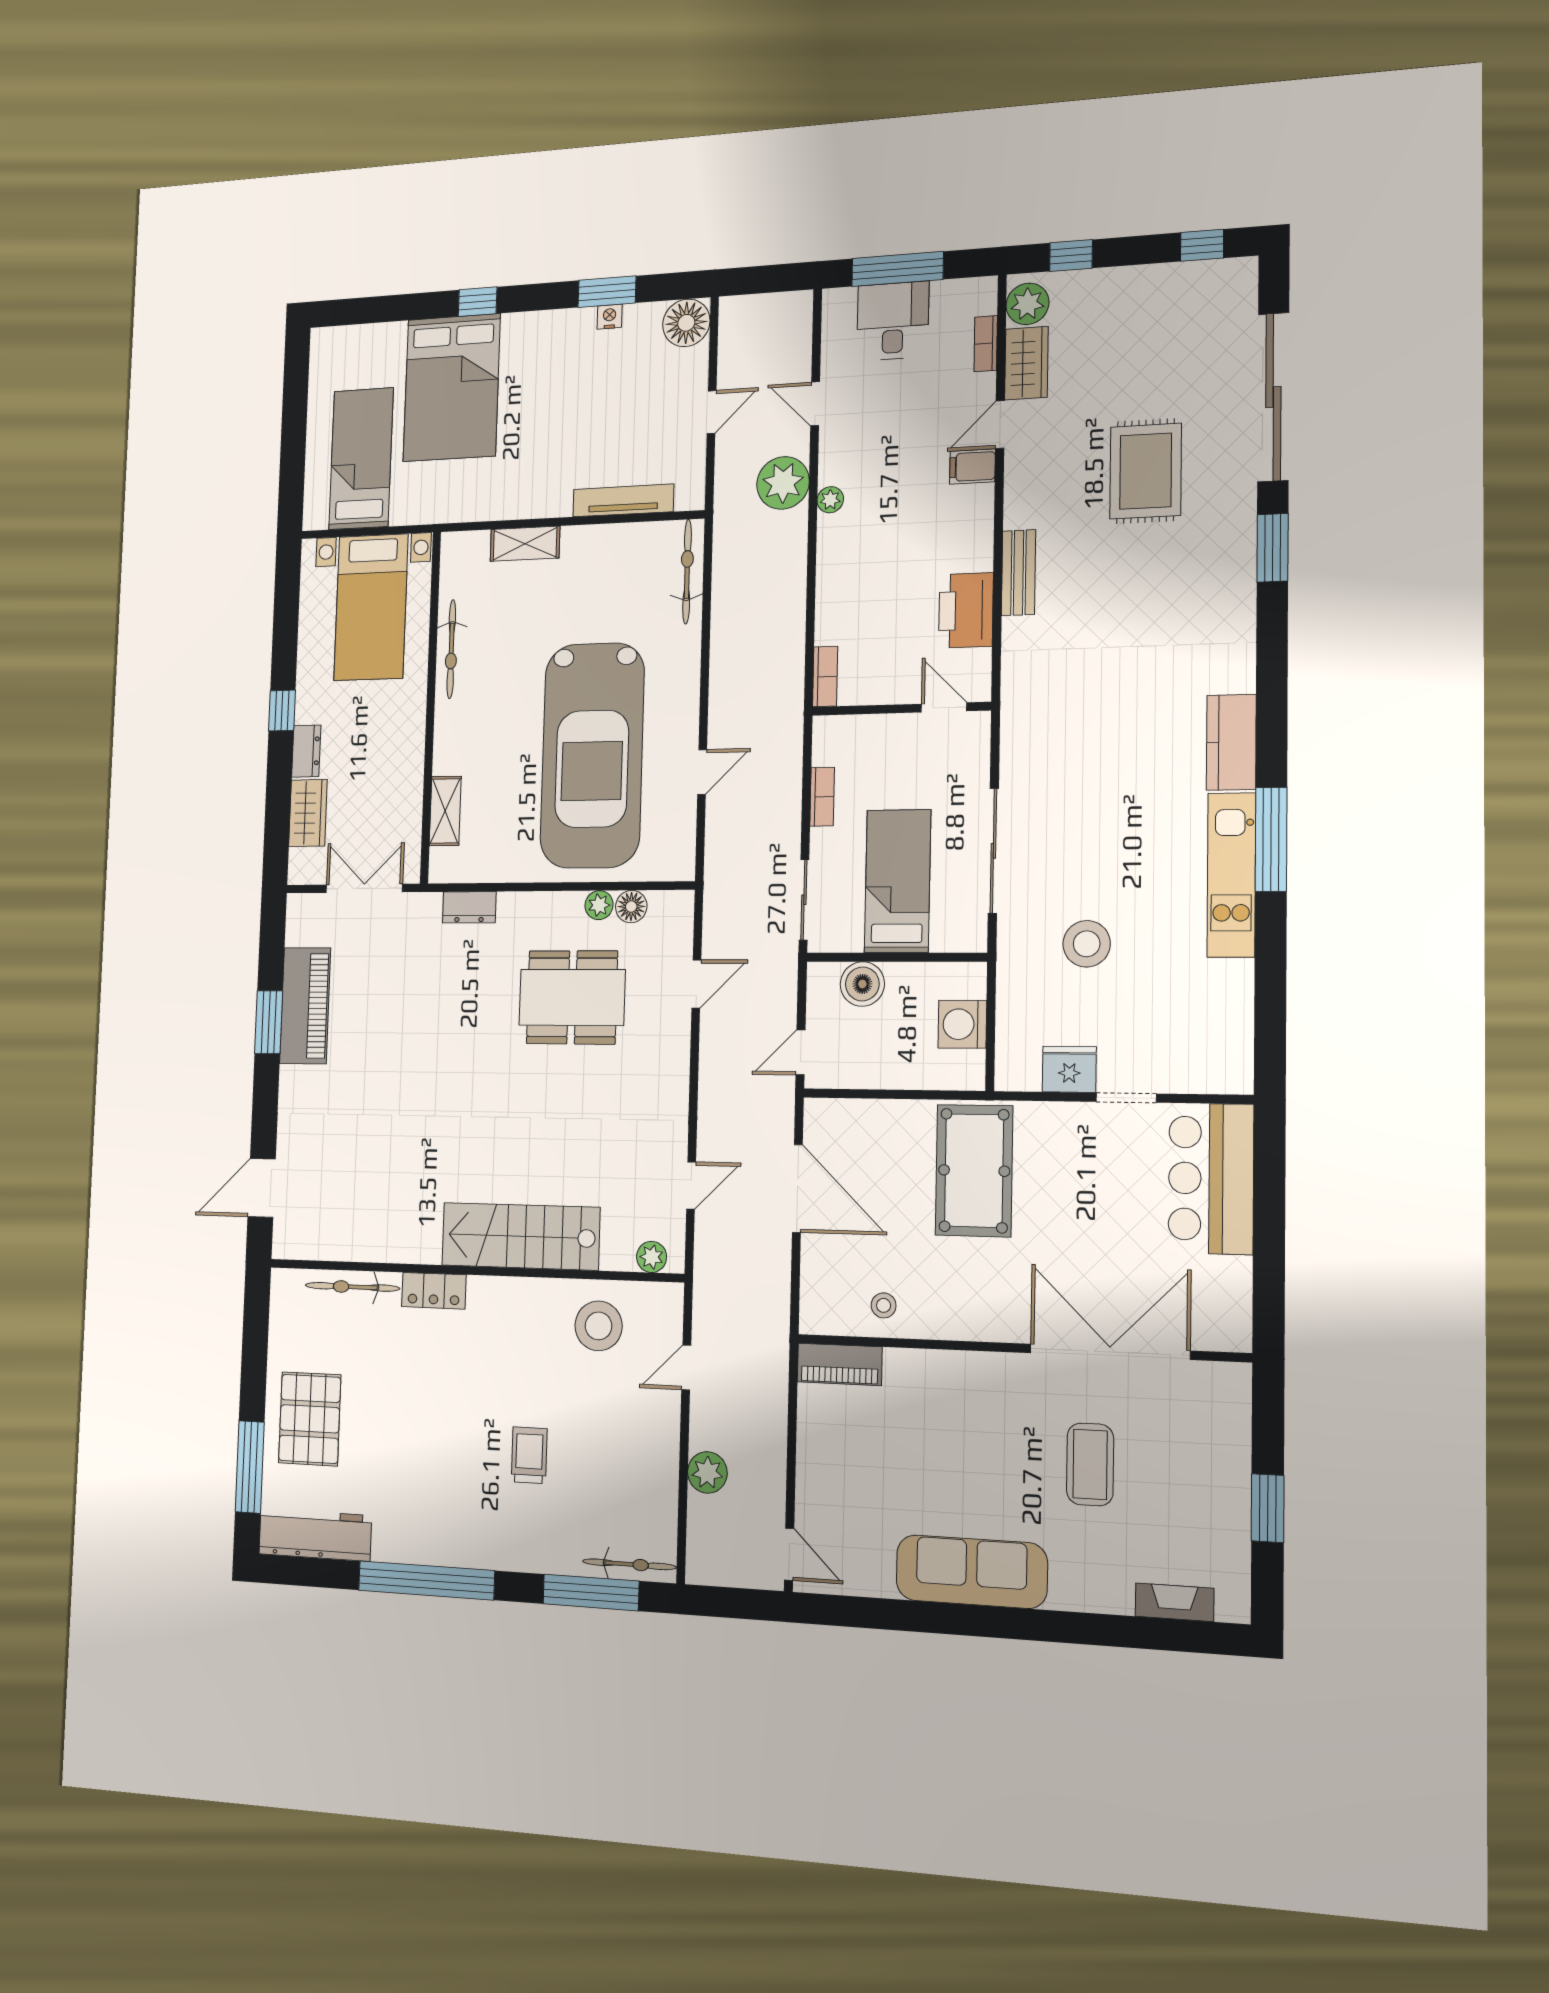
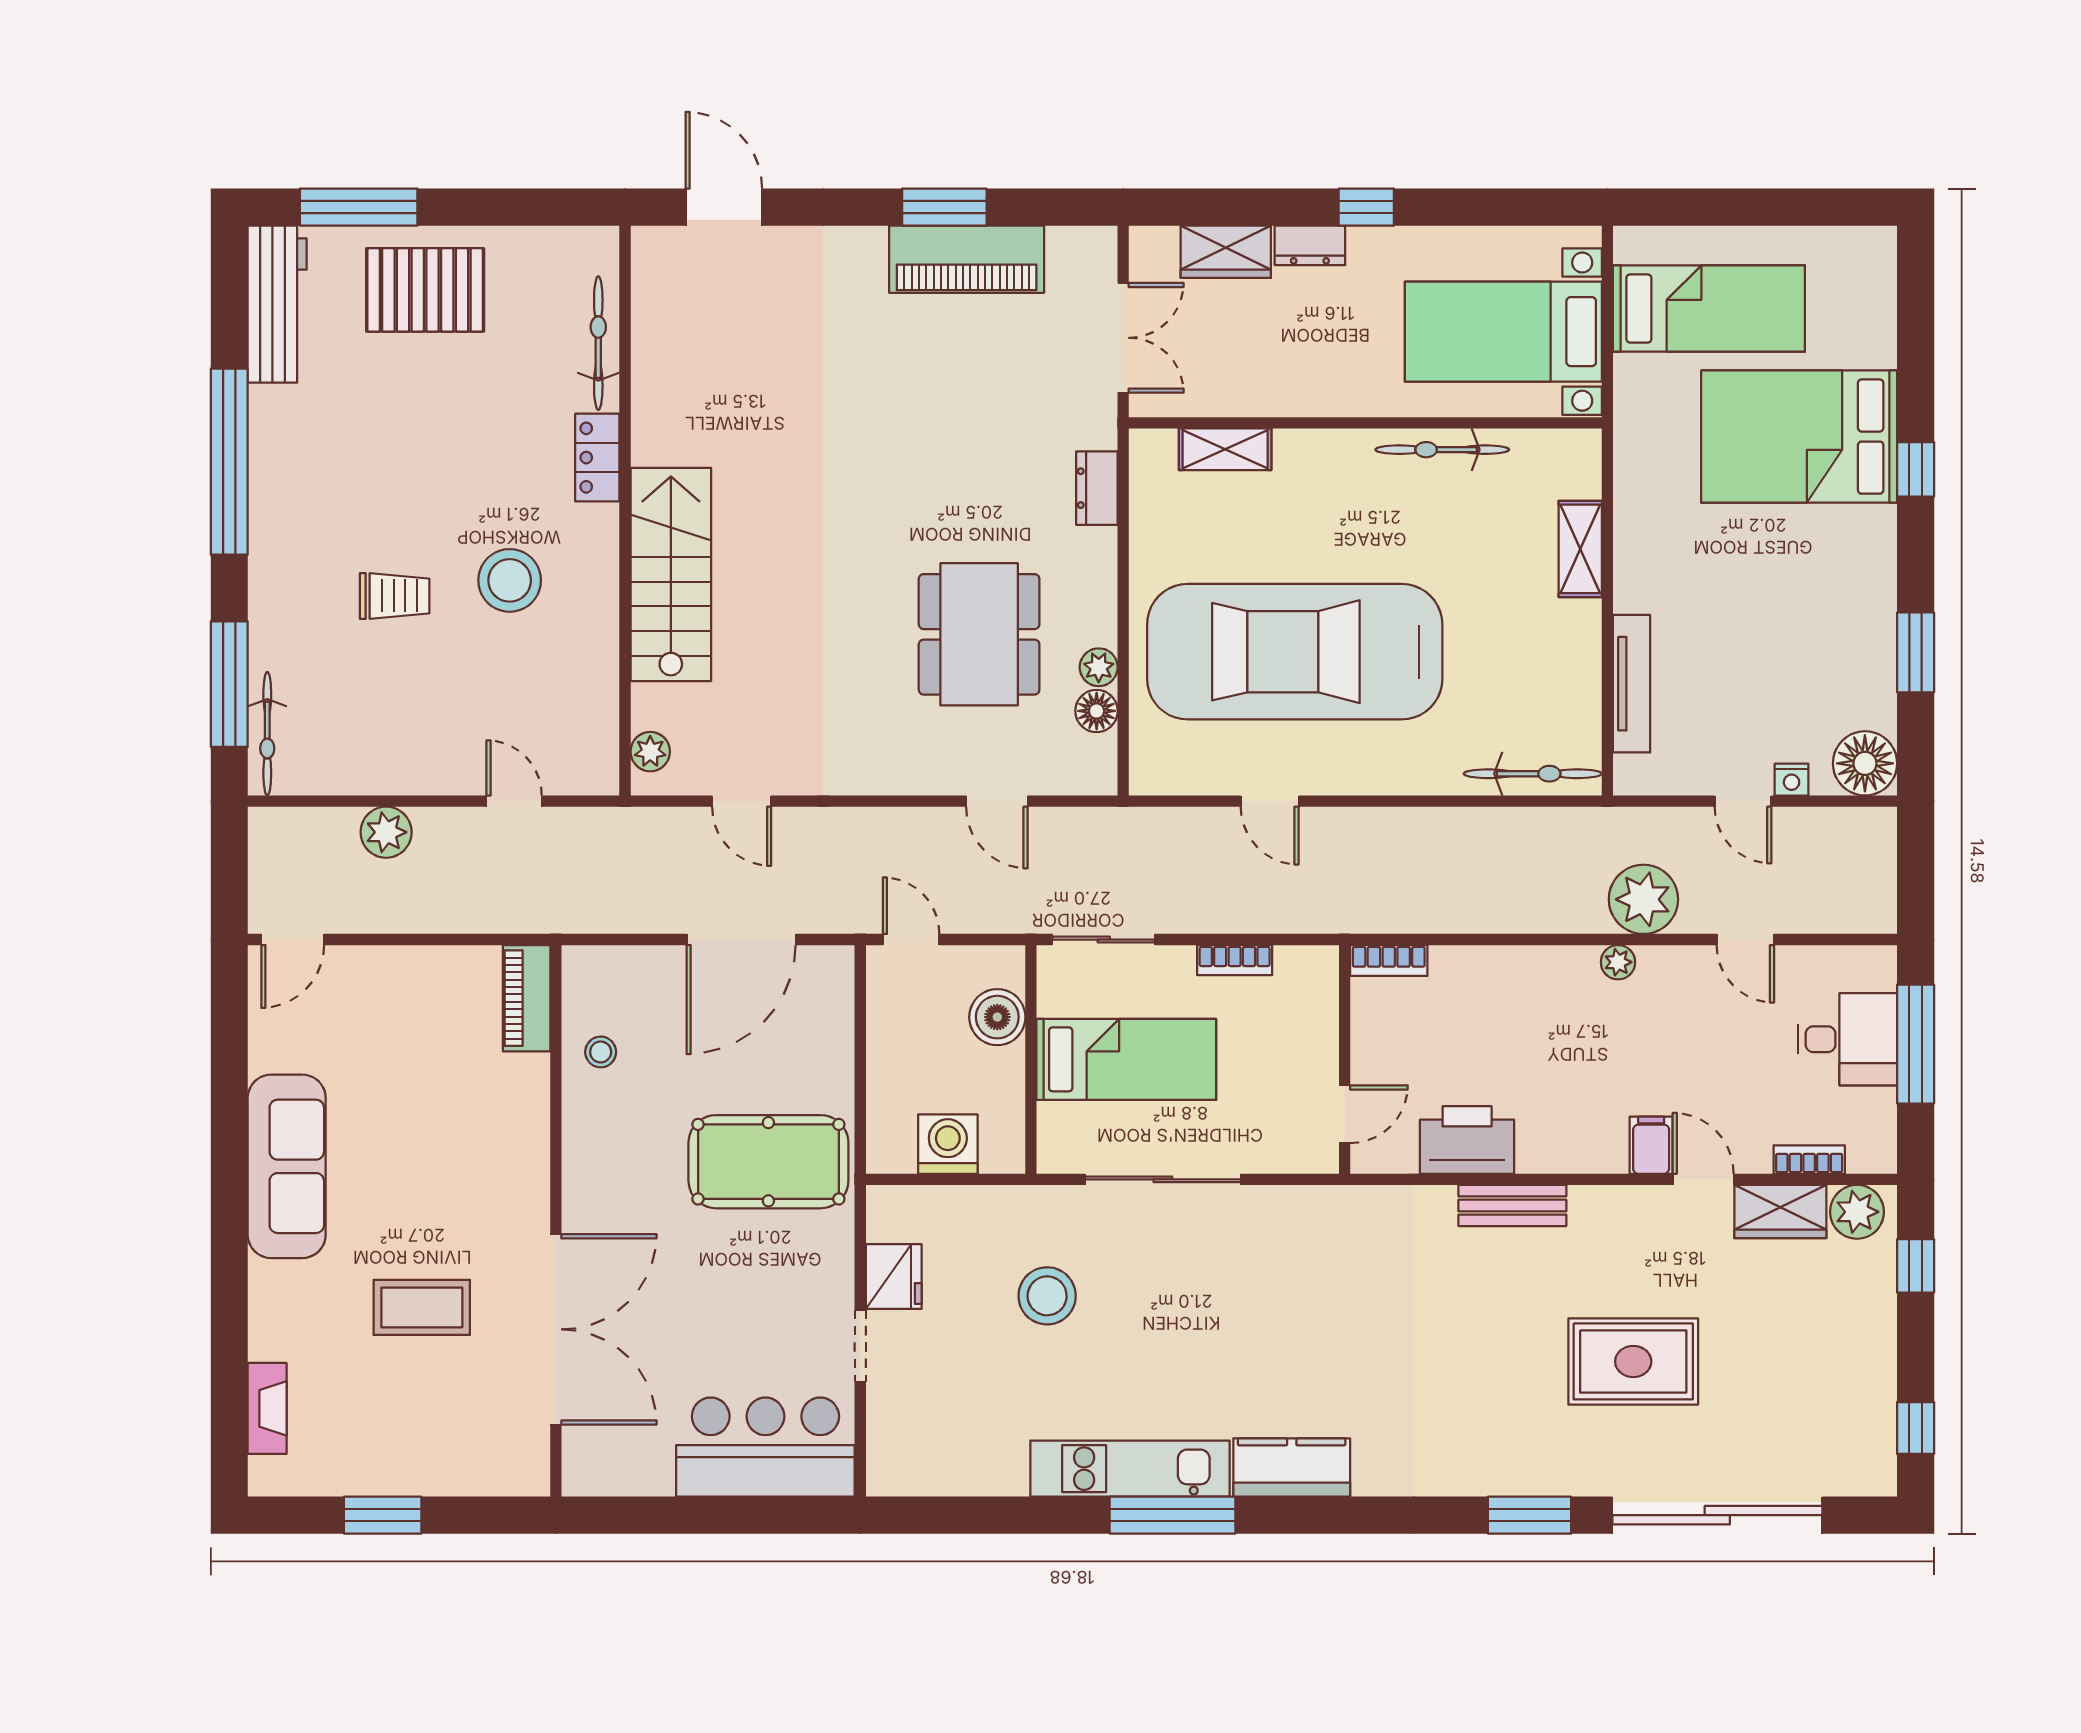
nightstand: (610, 317) -> (1792, 780), moved, turned 90
door: (815, 404) -> (1745, 940), swing flipped
stool: (599, 1326) -> (510, 580), moved

